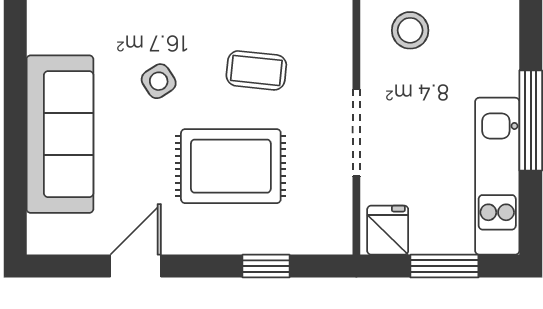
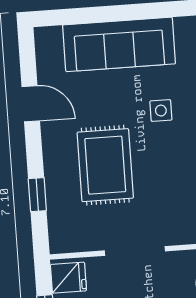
coffee table: (256, 70) -> (173, 178), removed
side table: (159, 81) -> (161, 111), turned 33

